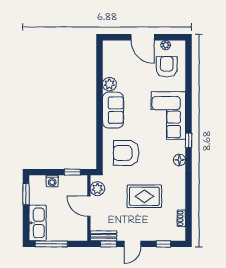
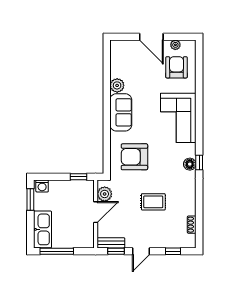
window: (188, 140) -> (199, 163), moved
washing machine: (52, 181) -> (42, 186), moved
rug: (144, 196) -> (153, 202), width x0.73, depth x0.70
door: (89, 206) -> (96, 212), swing flipped

